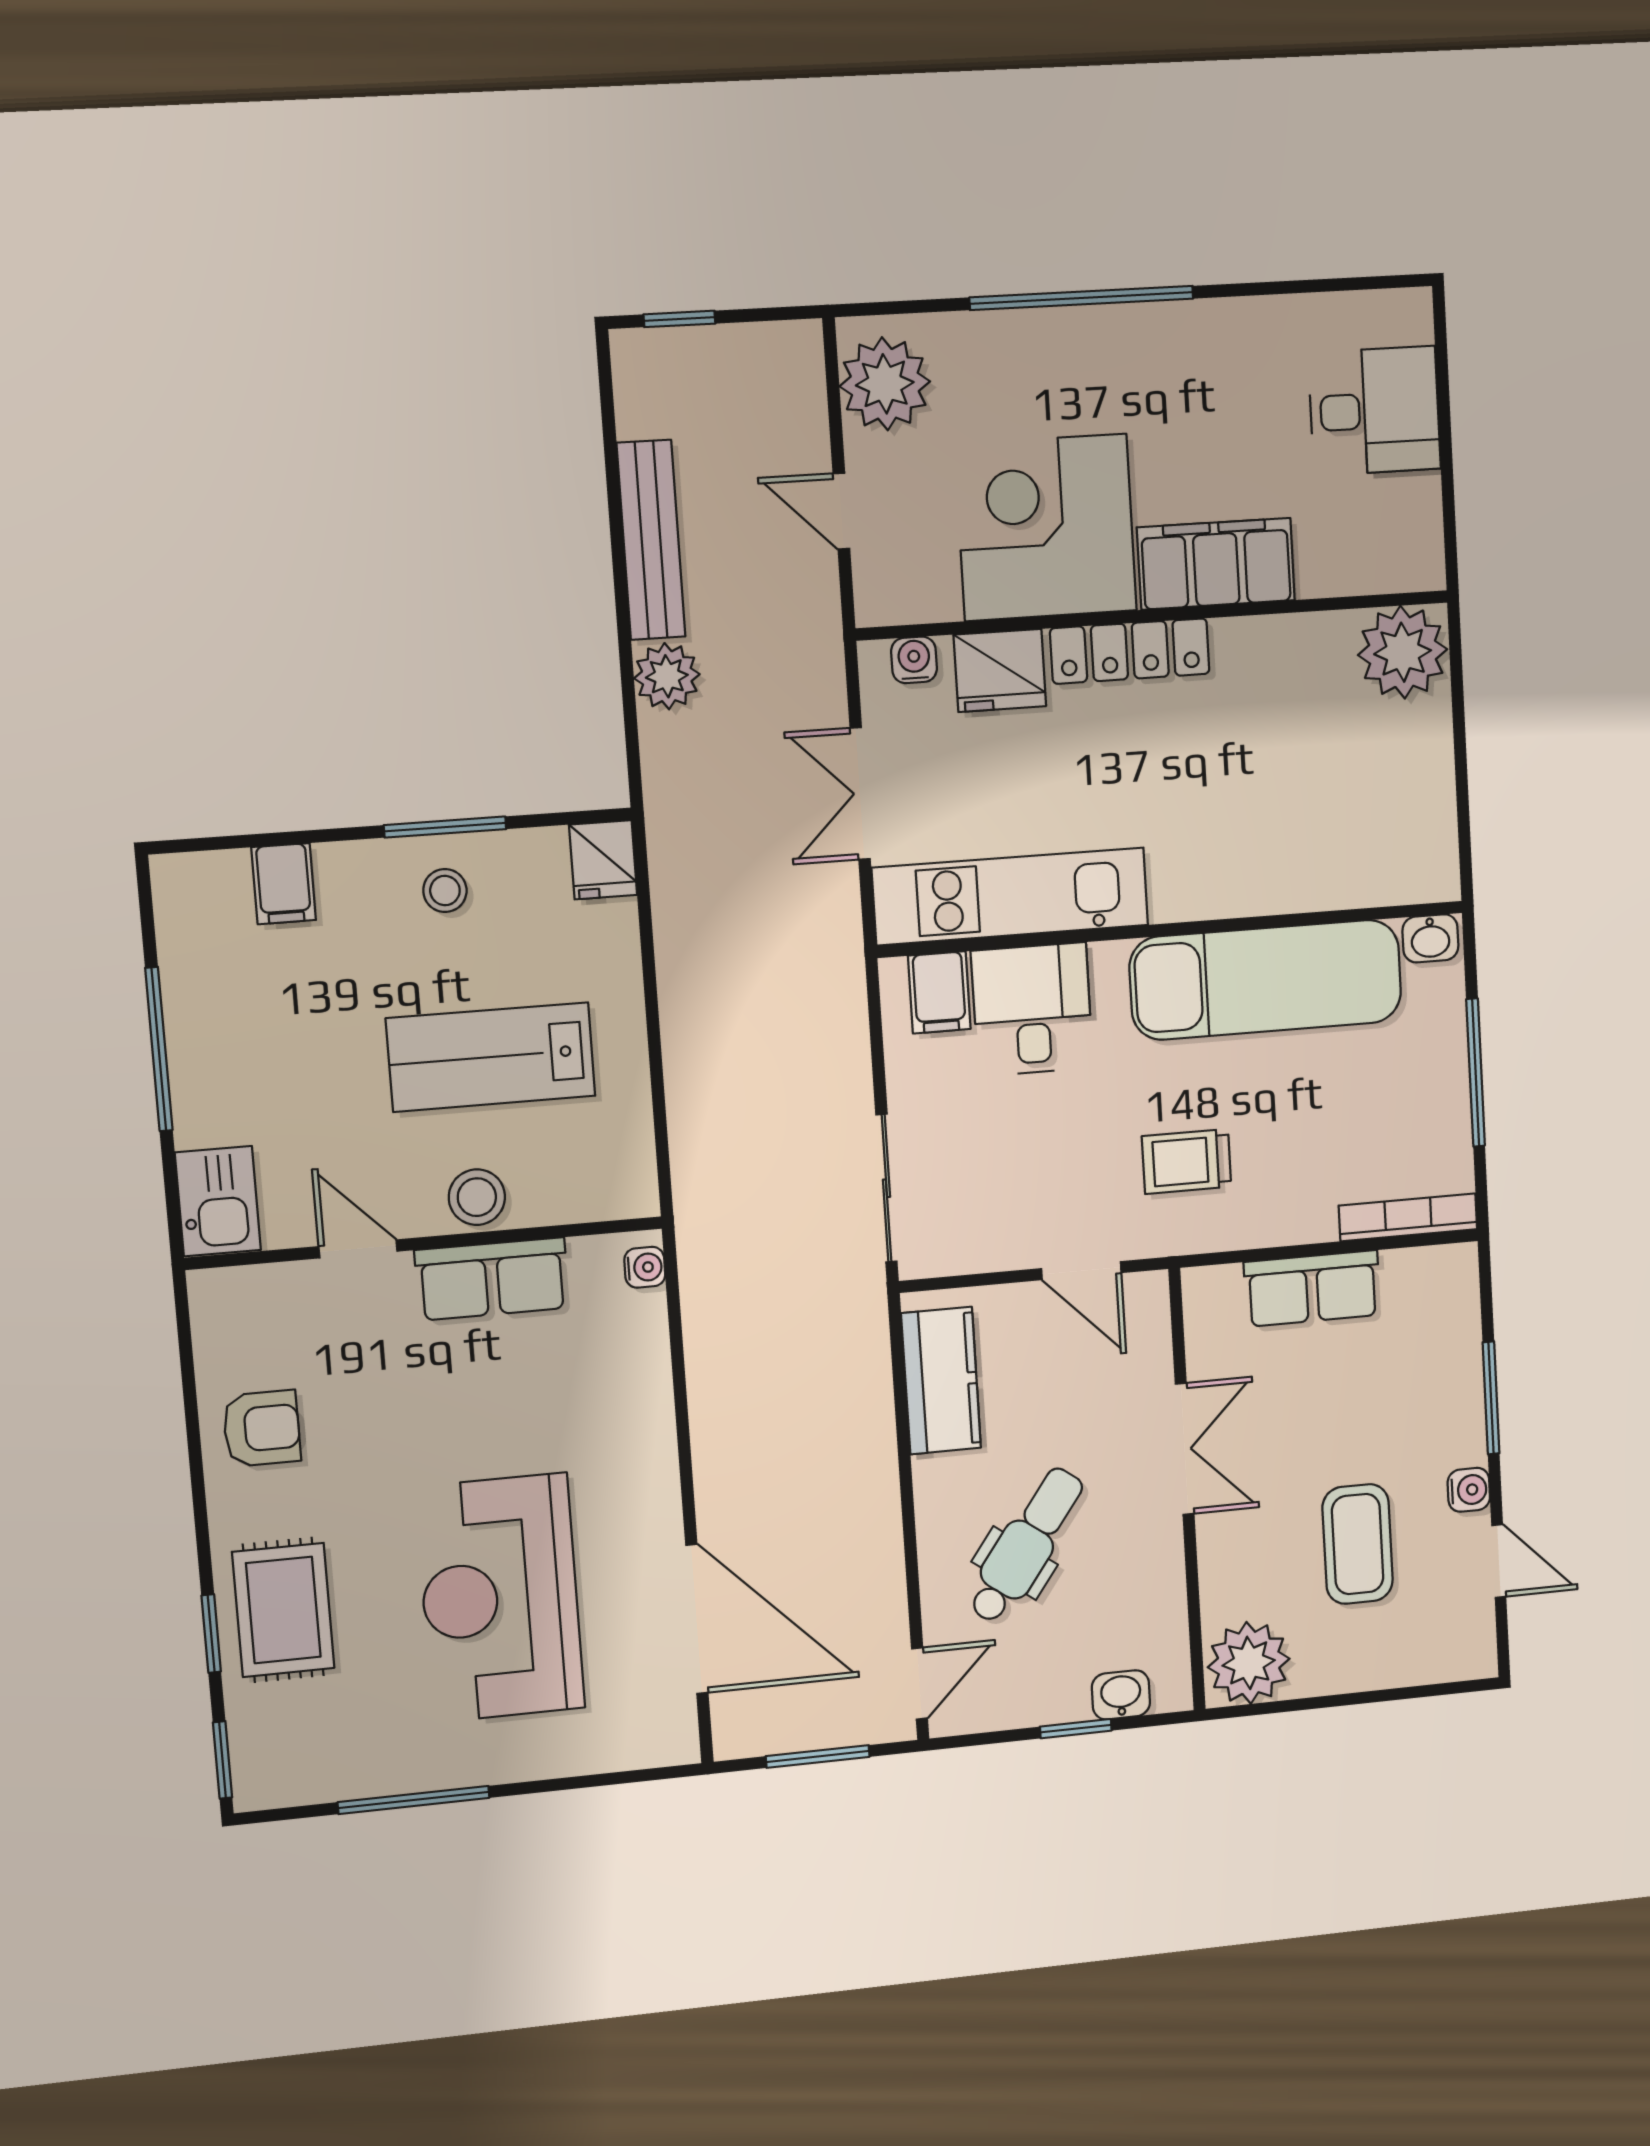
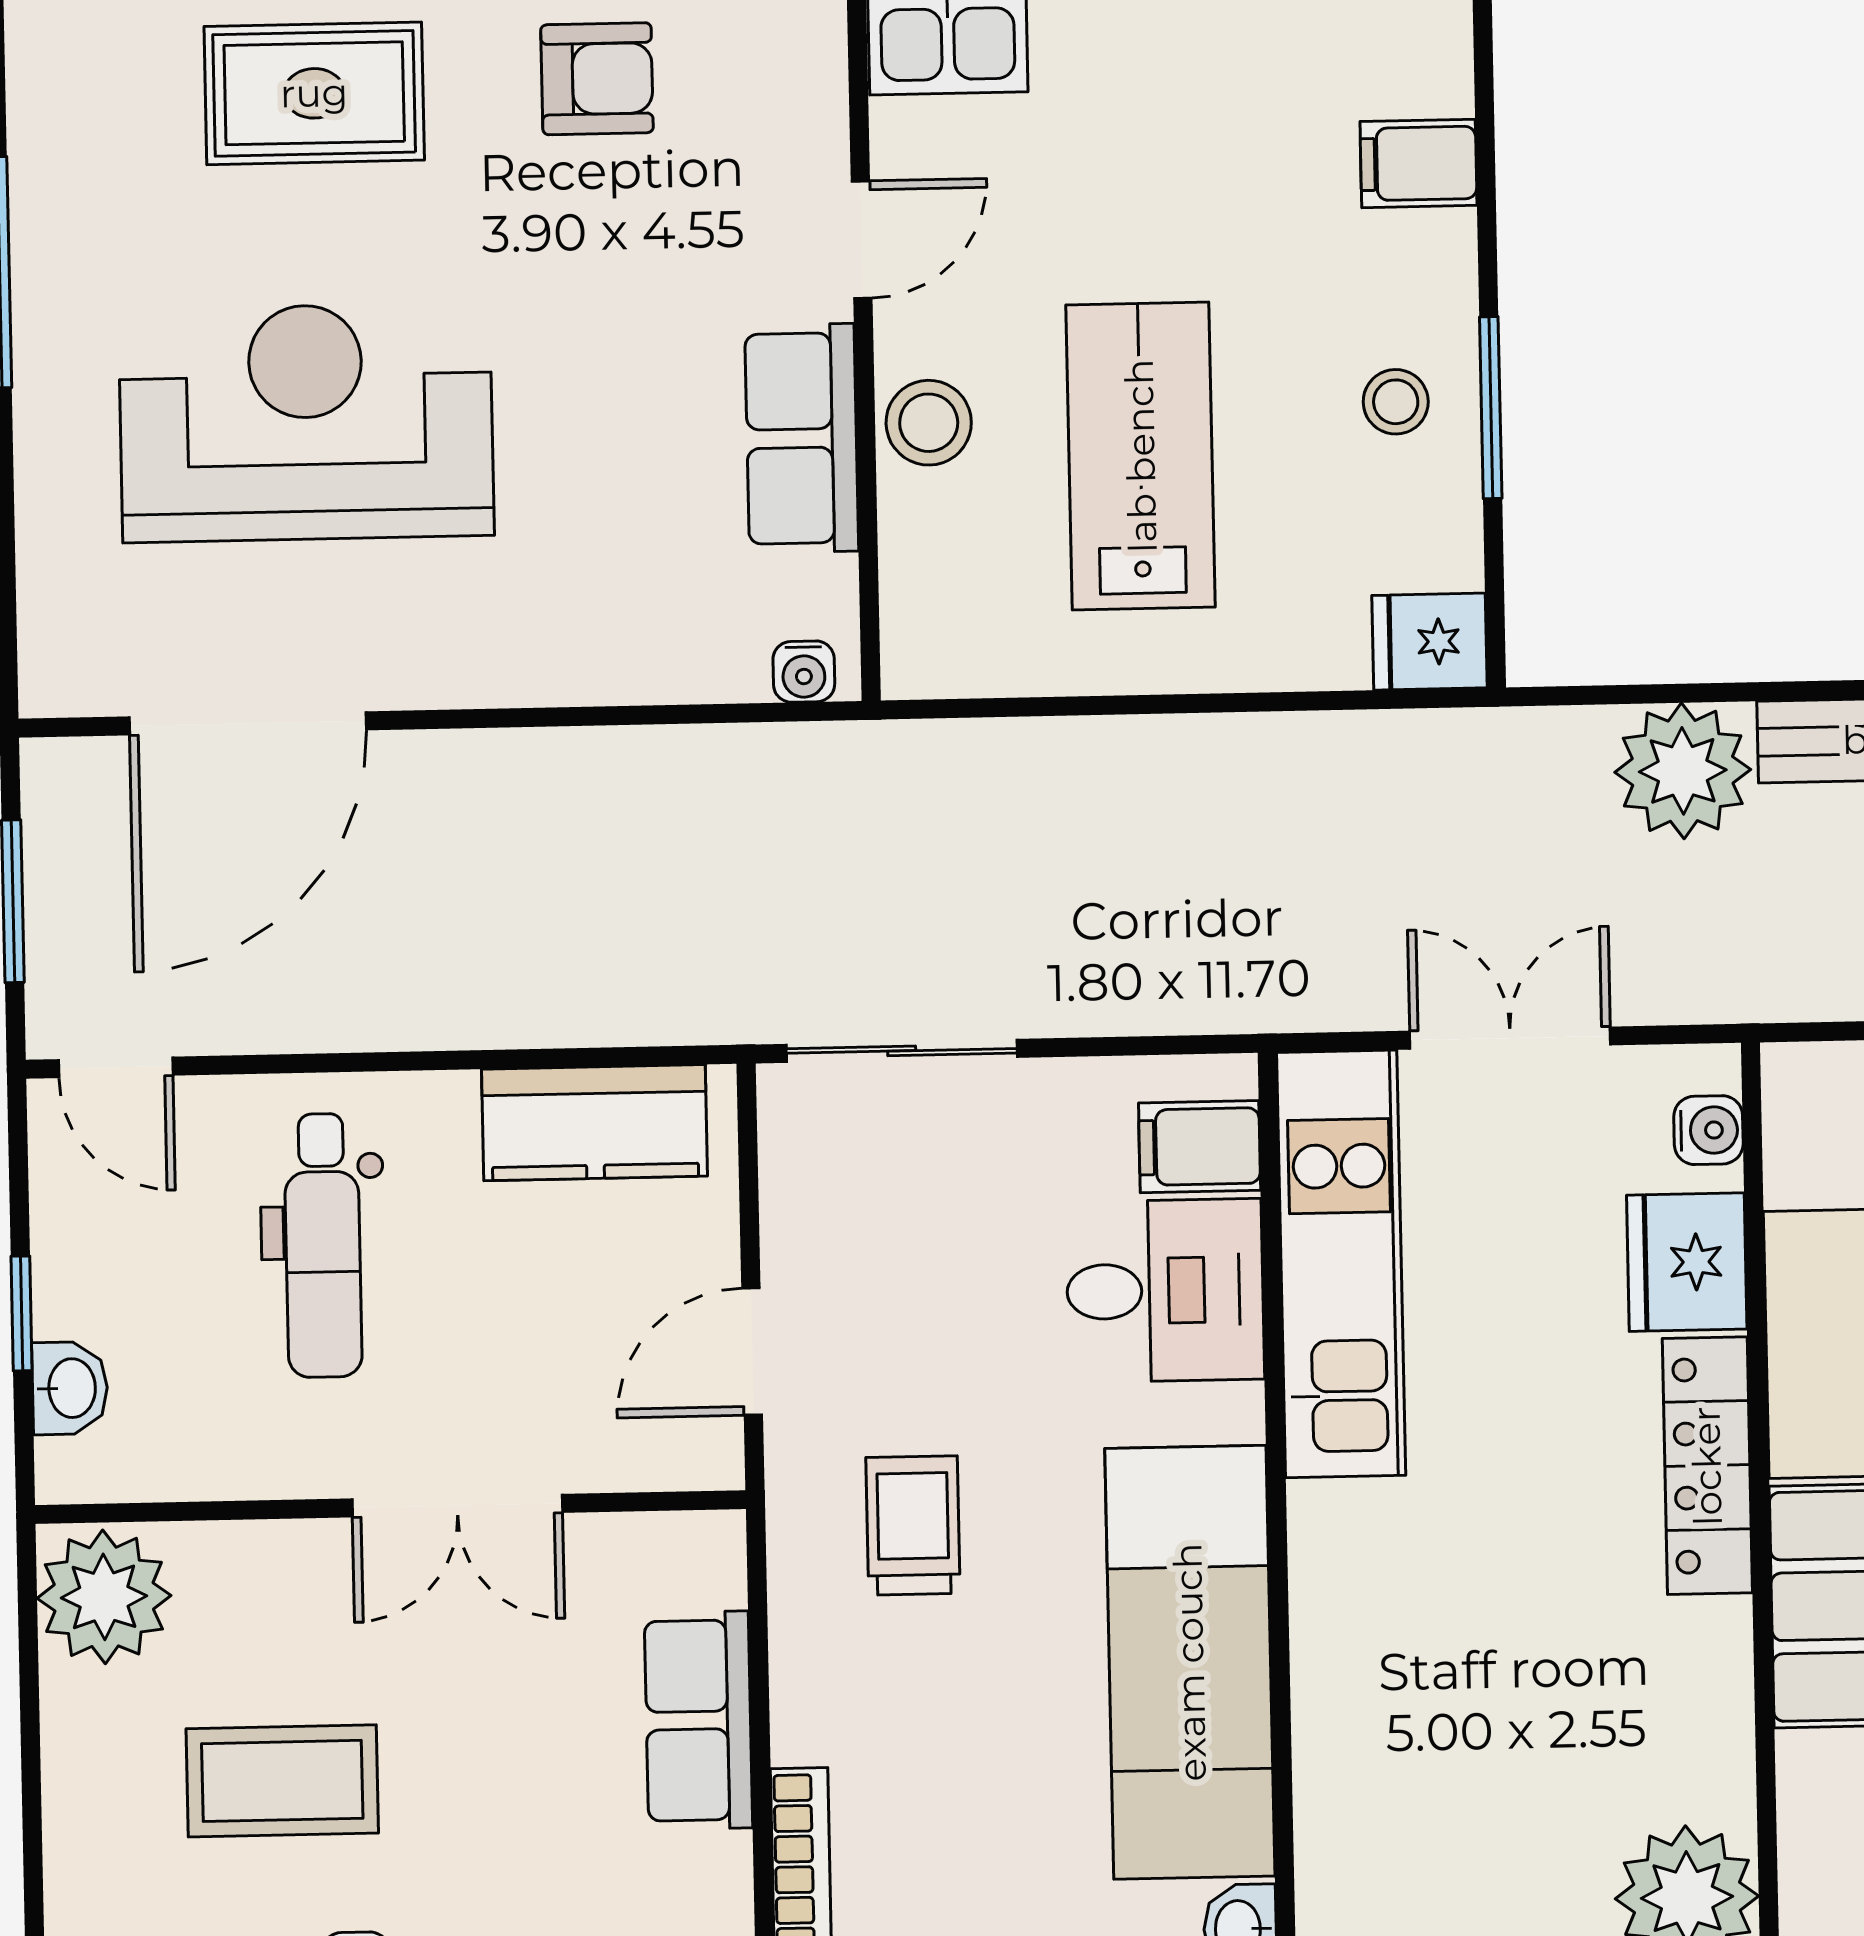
plant: (667, 676) -> (1683, 771), width x1.36, depth x1.36
armchair: (262, 1428) -> (597, 79), turned -90
dental chair: (1026, 1545) -> (323, 1245), turned 54

